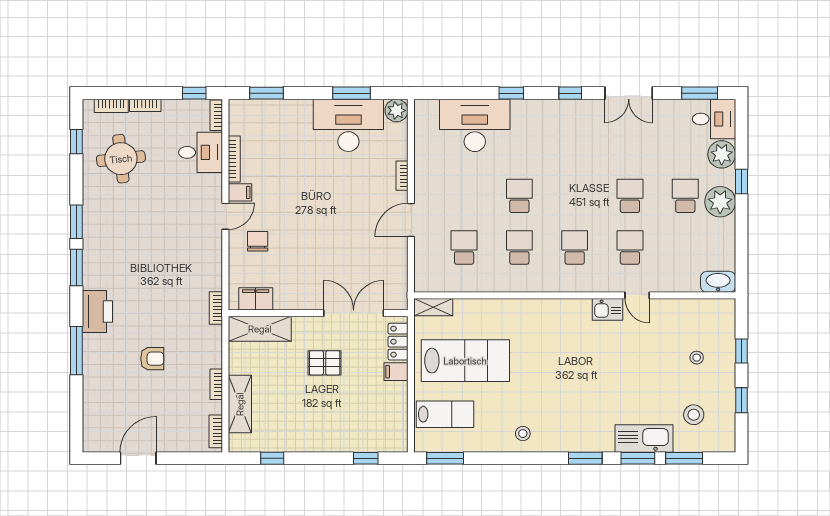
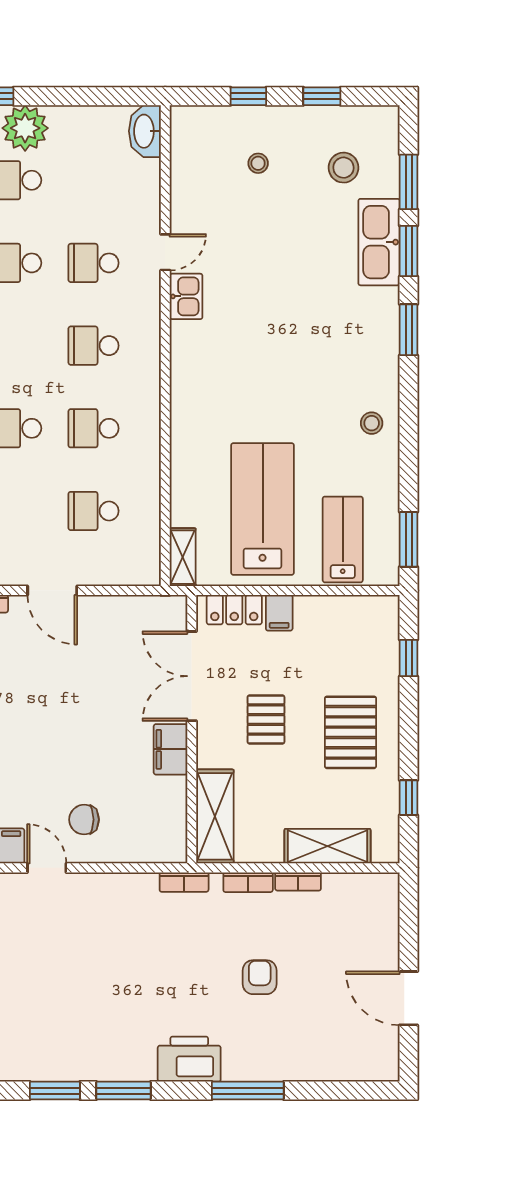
filing cabinet: (256, 299) -> (170, 749), moved
pallet: (316, 419) -> (350, 732), added
bookcase: (216, 431) -> (248, 882), moved

